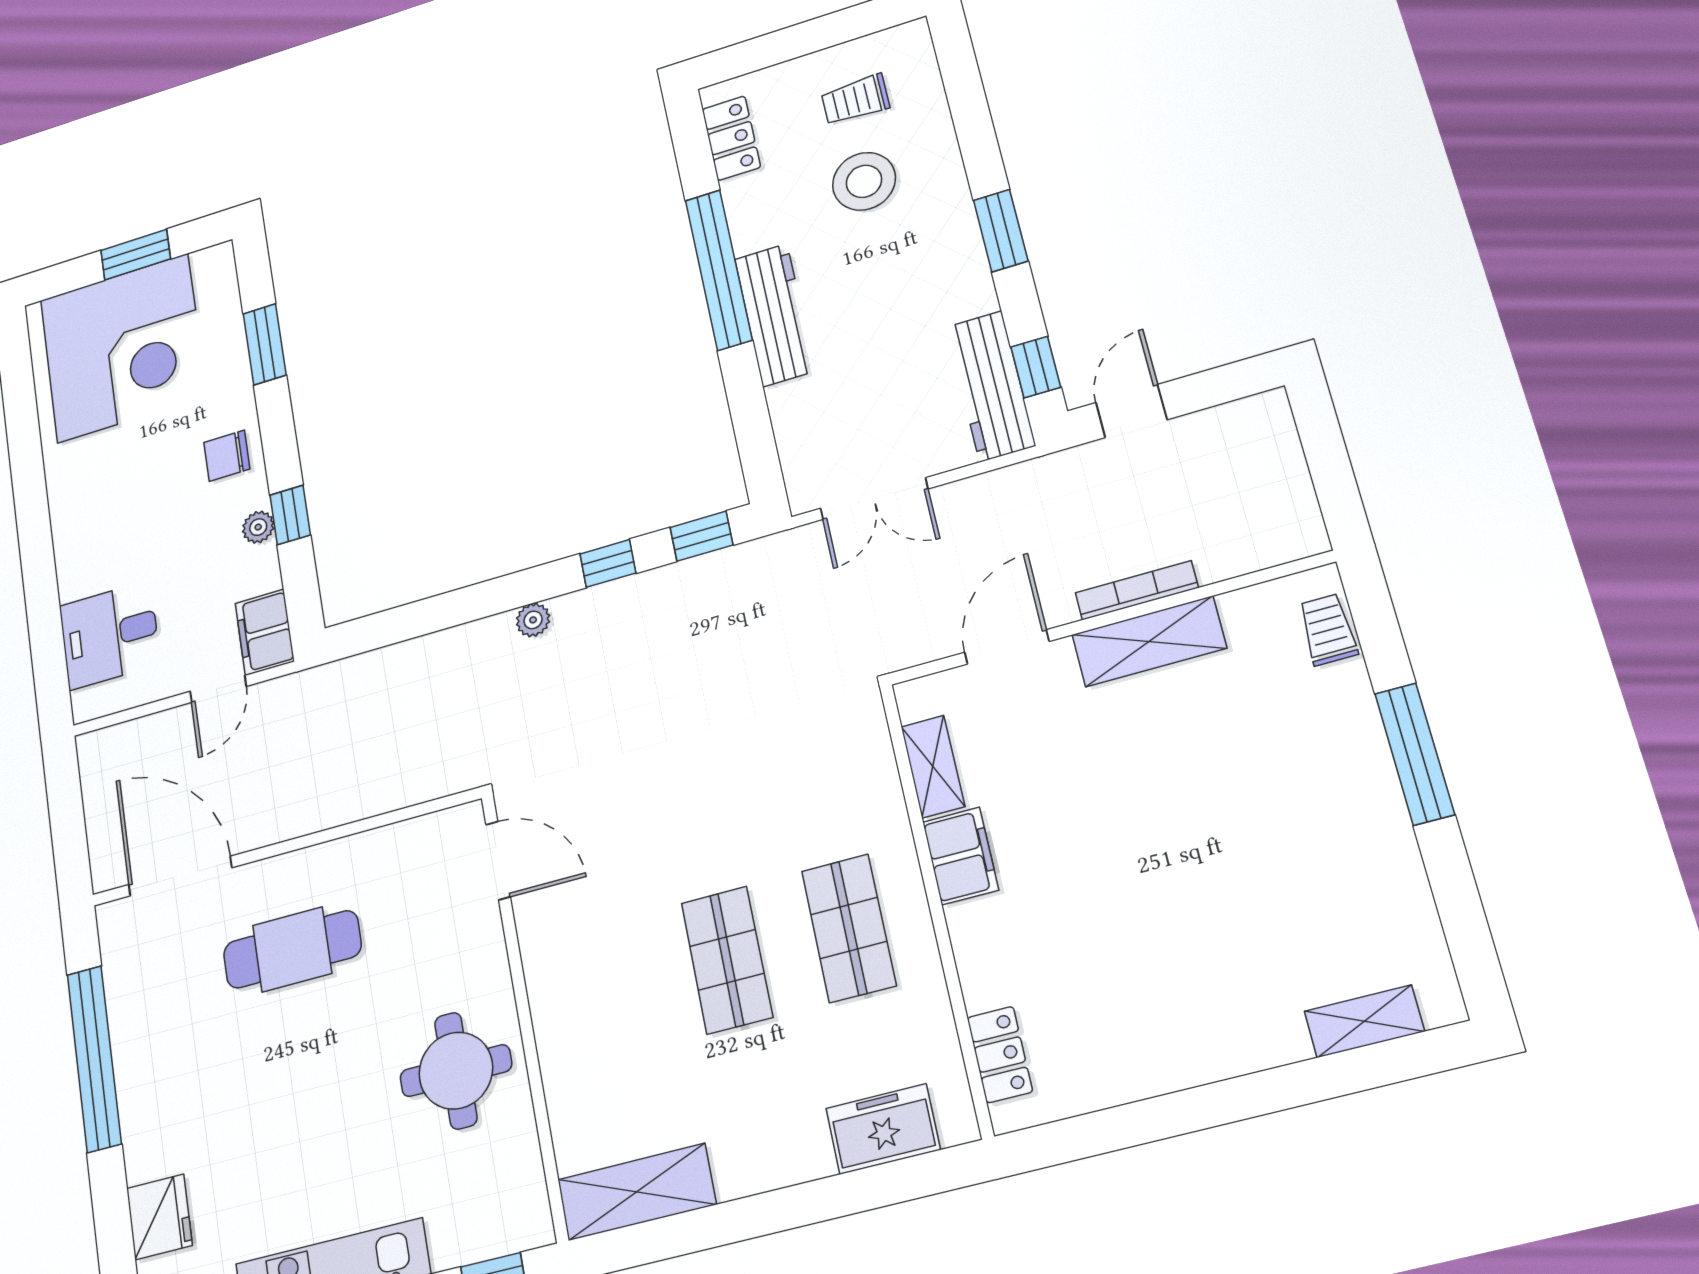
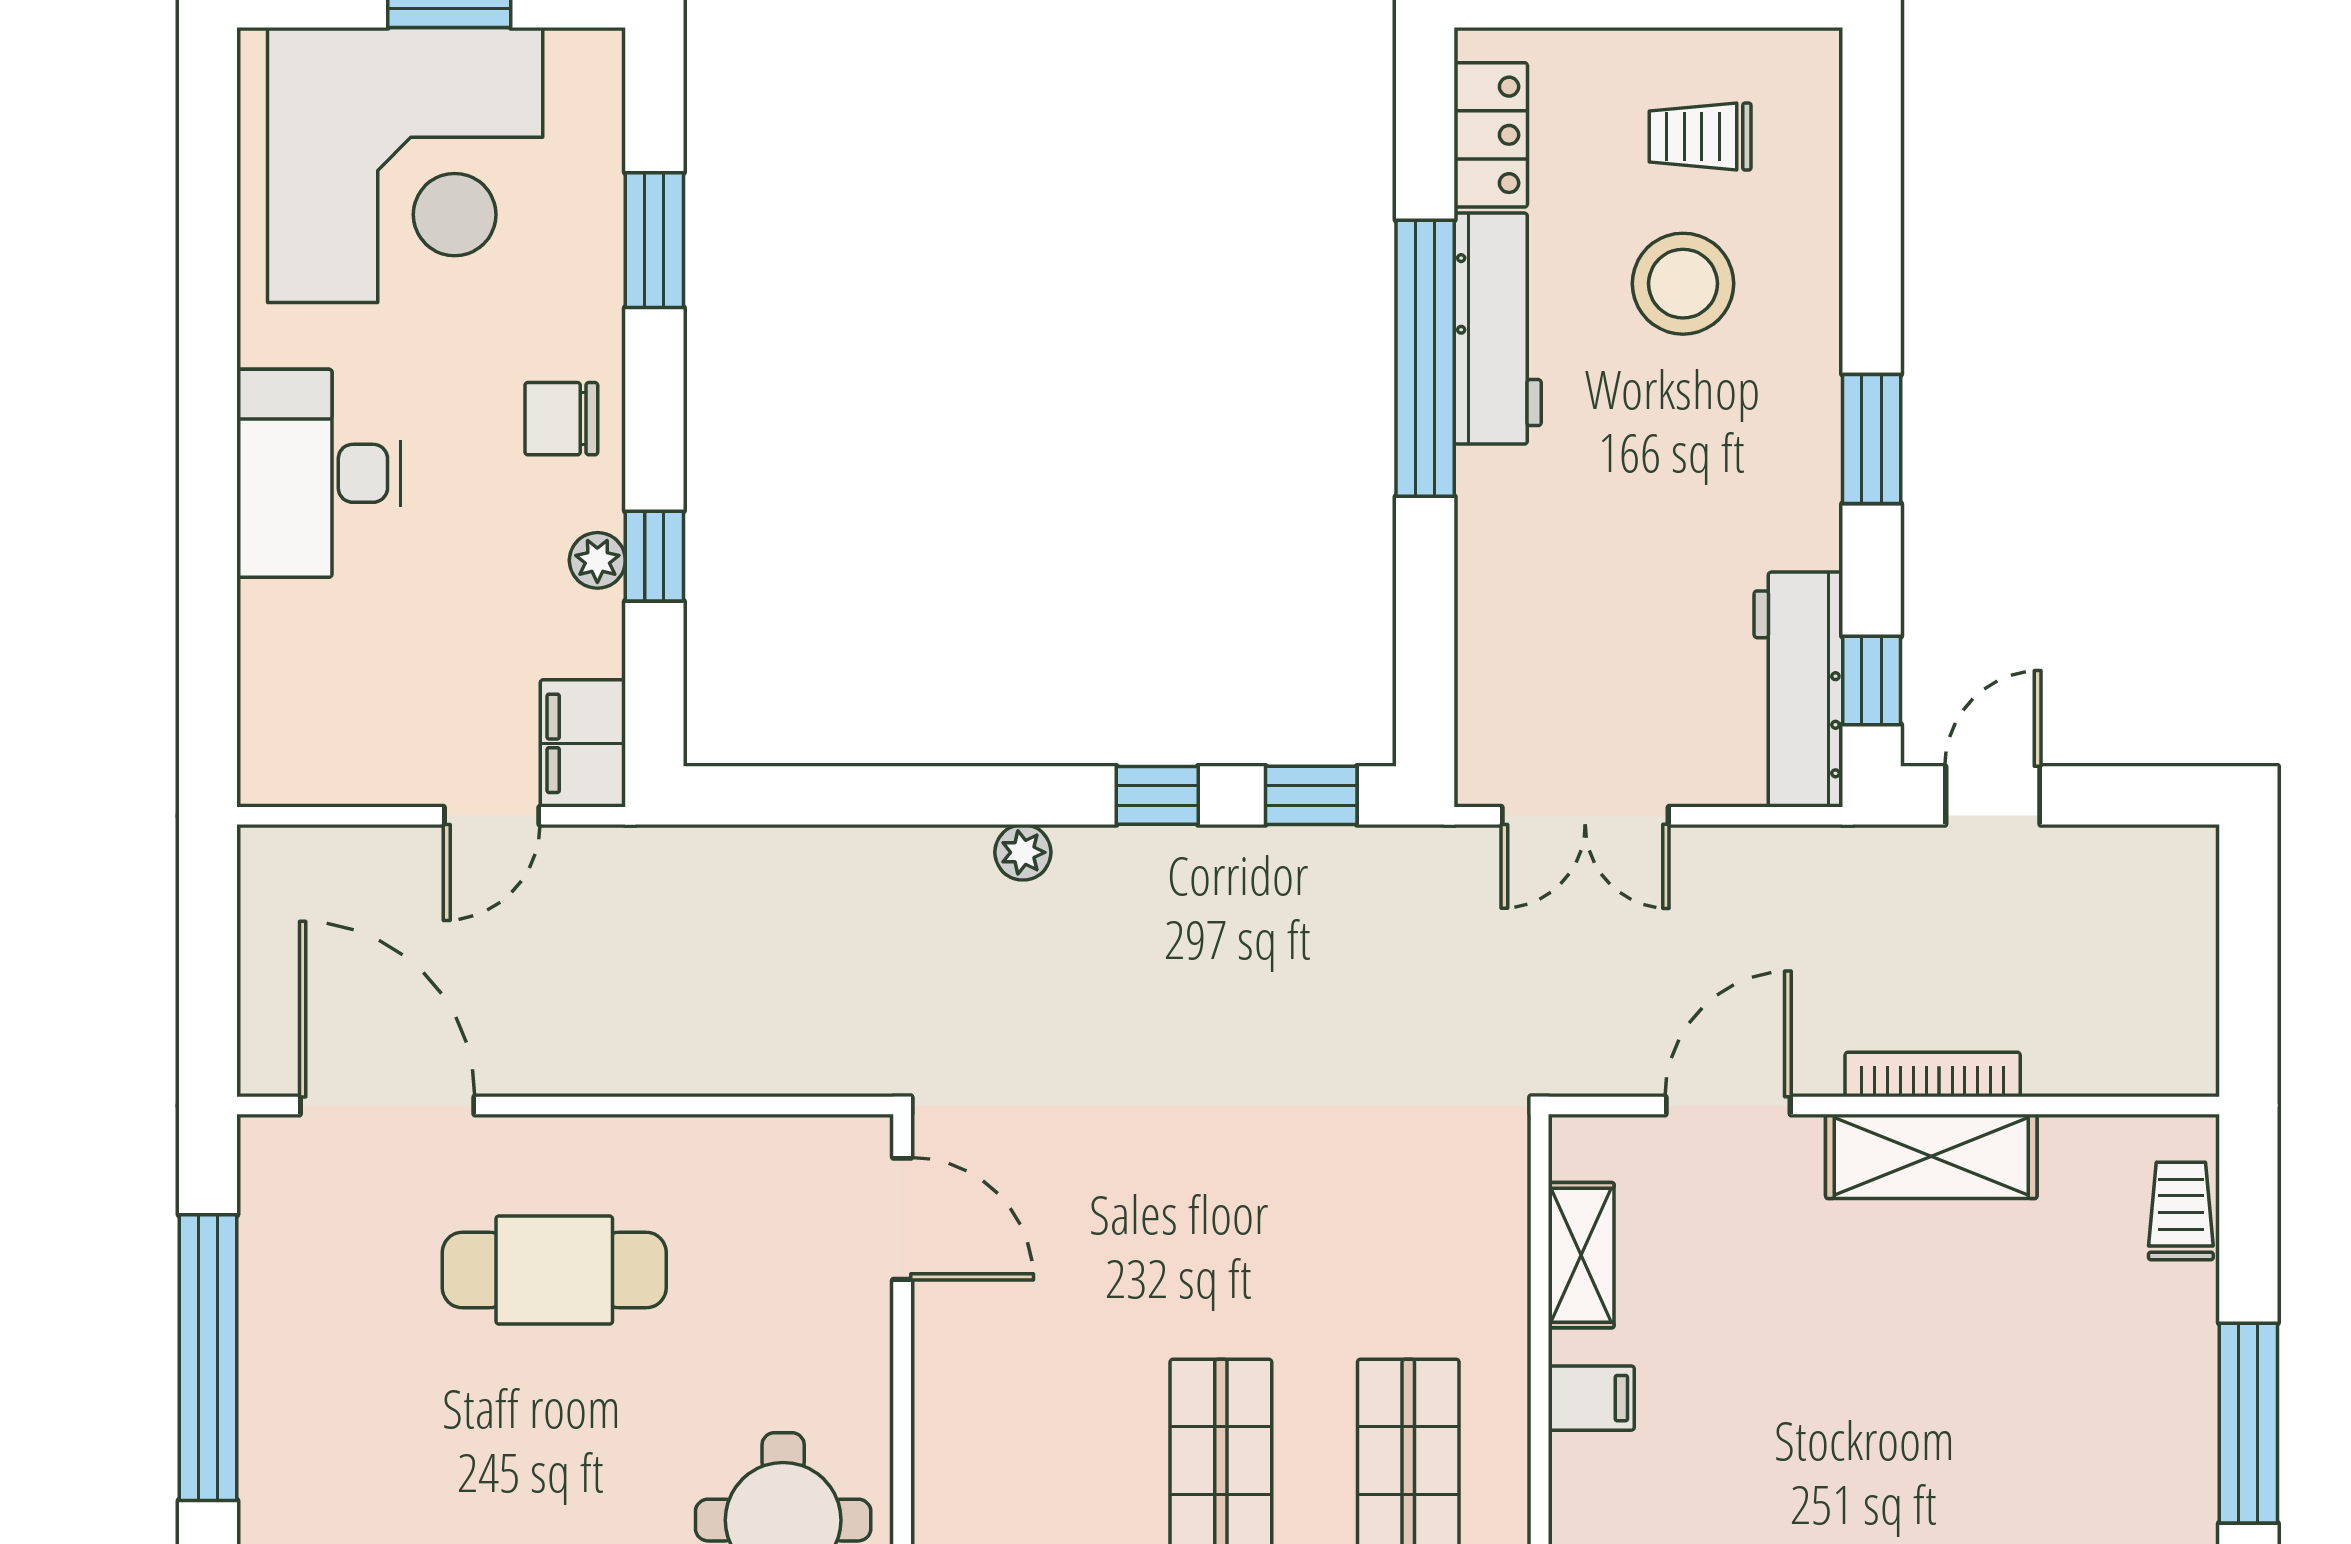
workbench: (775, 315) -> (1498, 329), moved
desk: (110, 635) -> (319, 473), moved, width x1.37
filing cabinet: (961, 856) -> (1591, 1398), width x0.50

